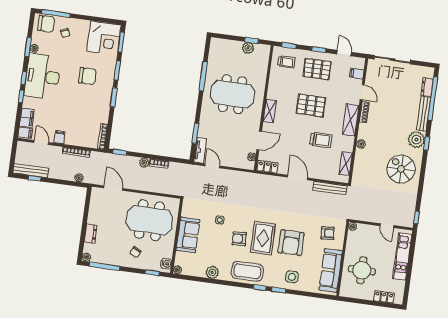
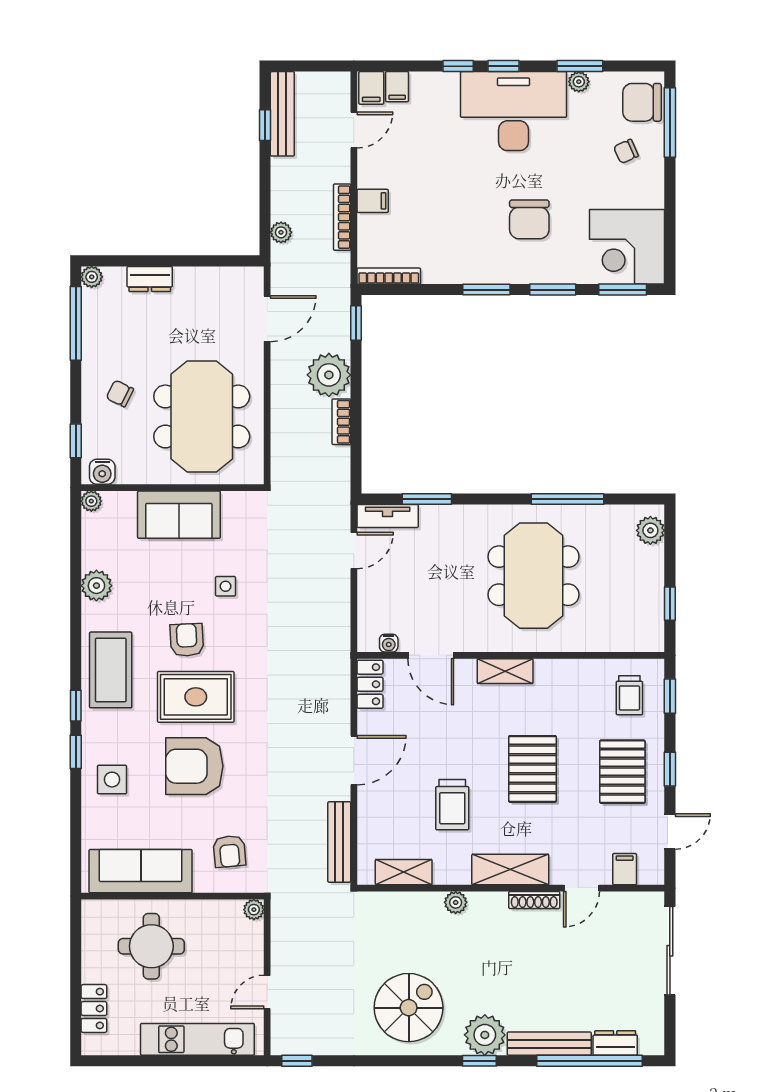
chair: (46, 24) -> (642, 102), turned 90
plant: (248, 48) -> (650, 530), moved
filing cabinet: (27, 118) -> (397, 87), width x0.50
filing cabinet: (60, 137) -> (373, 201), moved
plant: (144, 163) -> (329, 375), width x1.88, depth x1.88

